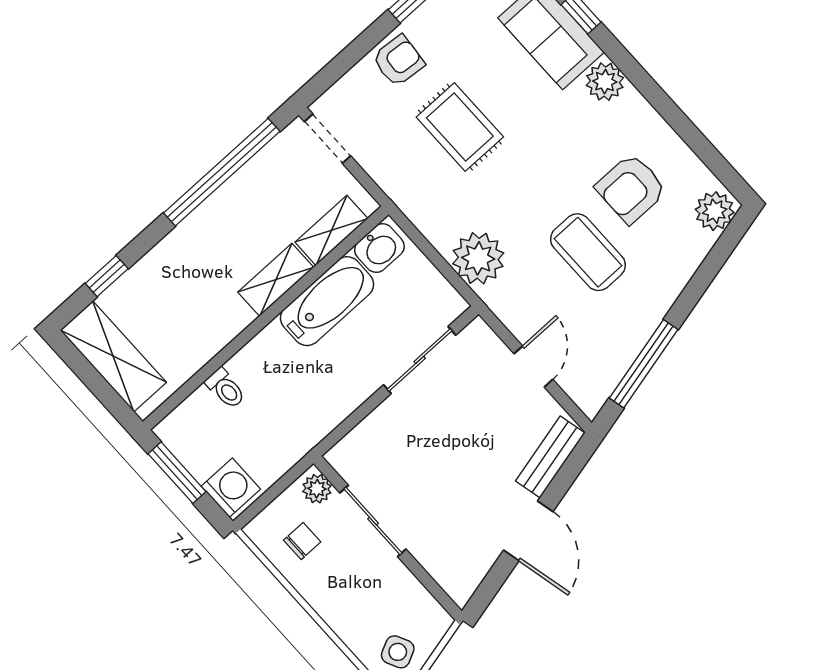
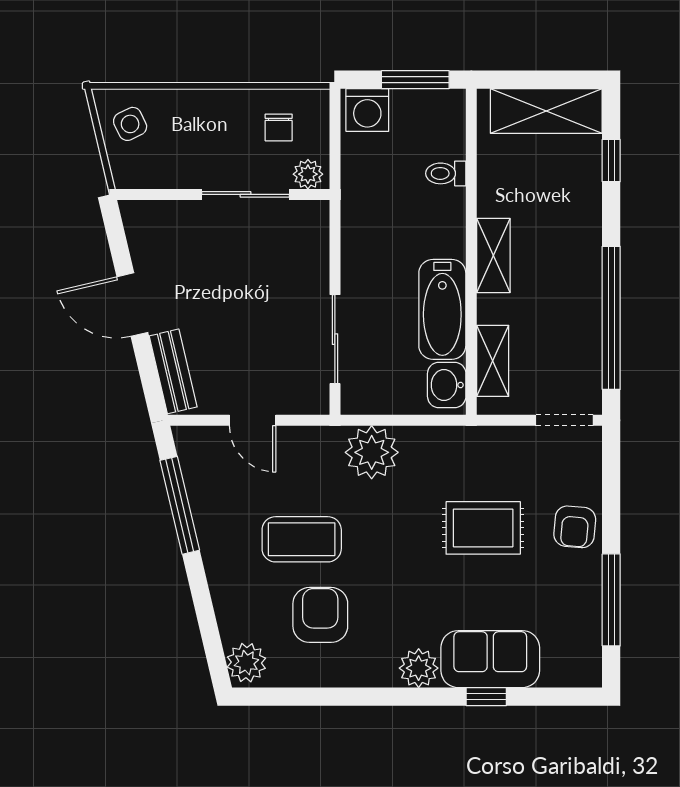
shelving: (276, 280) -> (493, 256), moved

